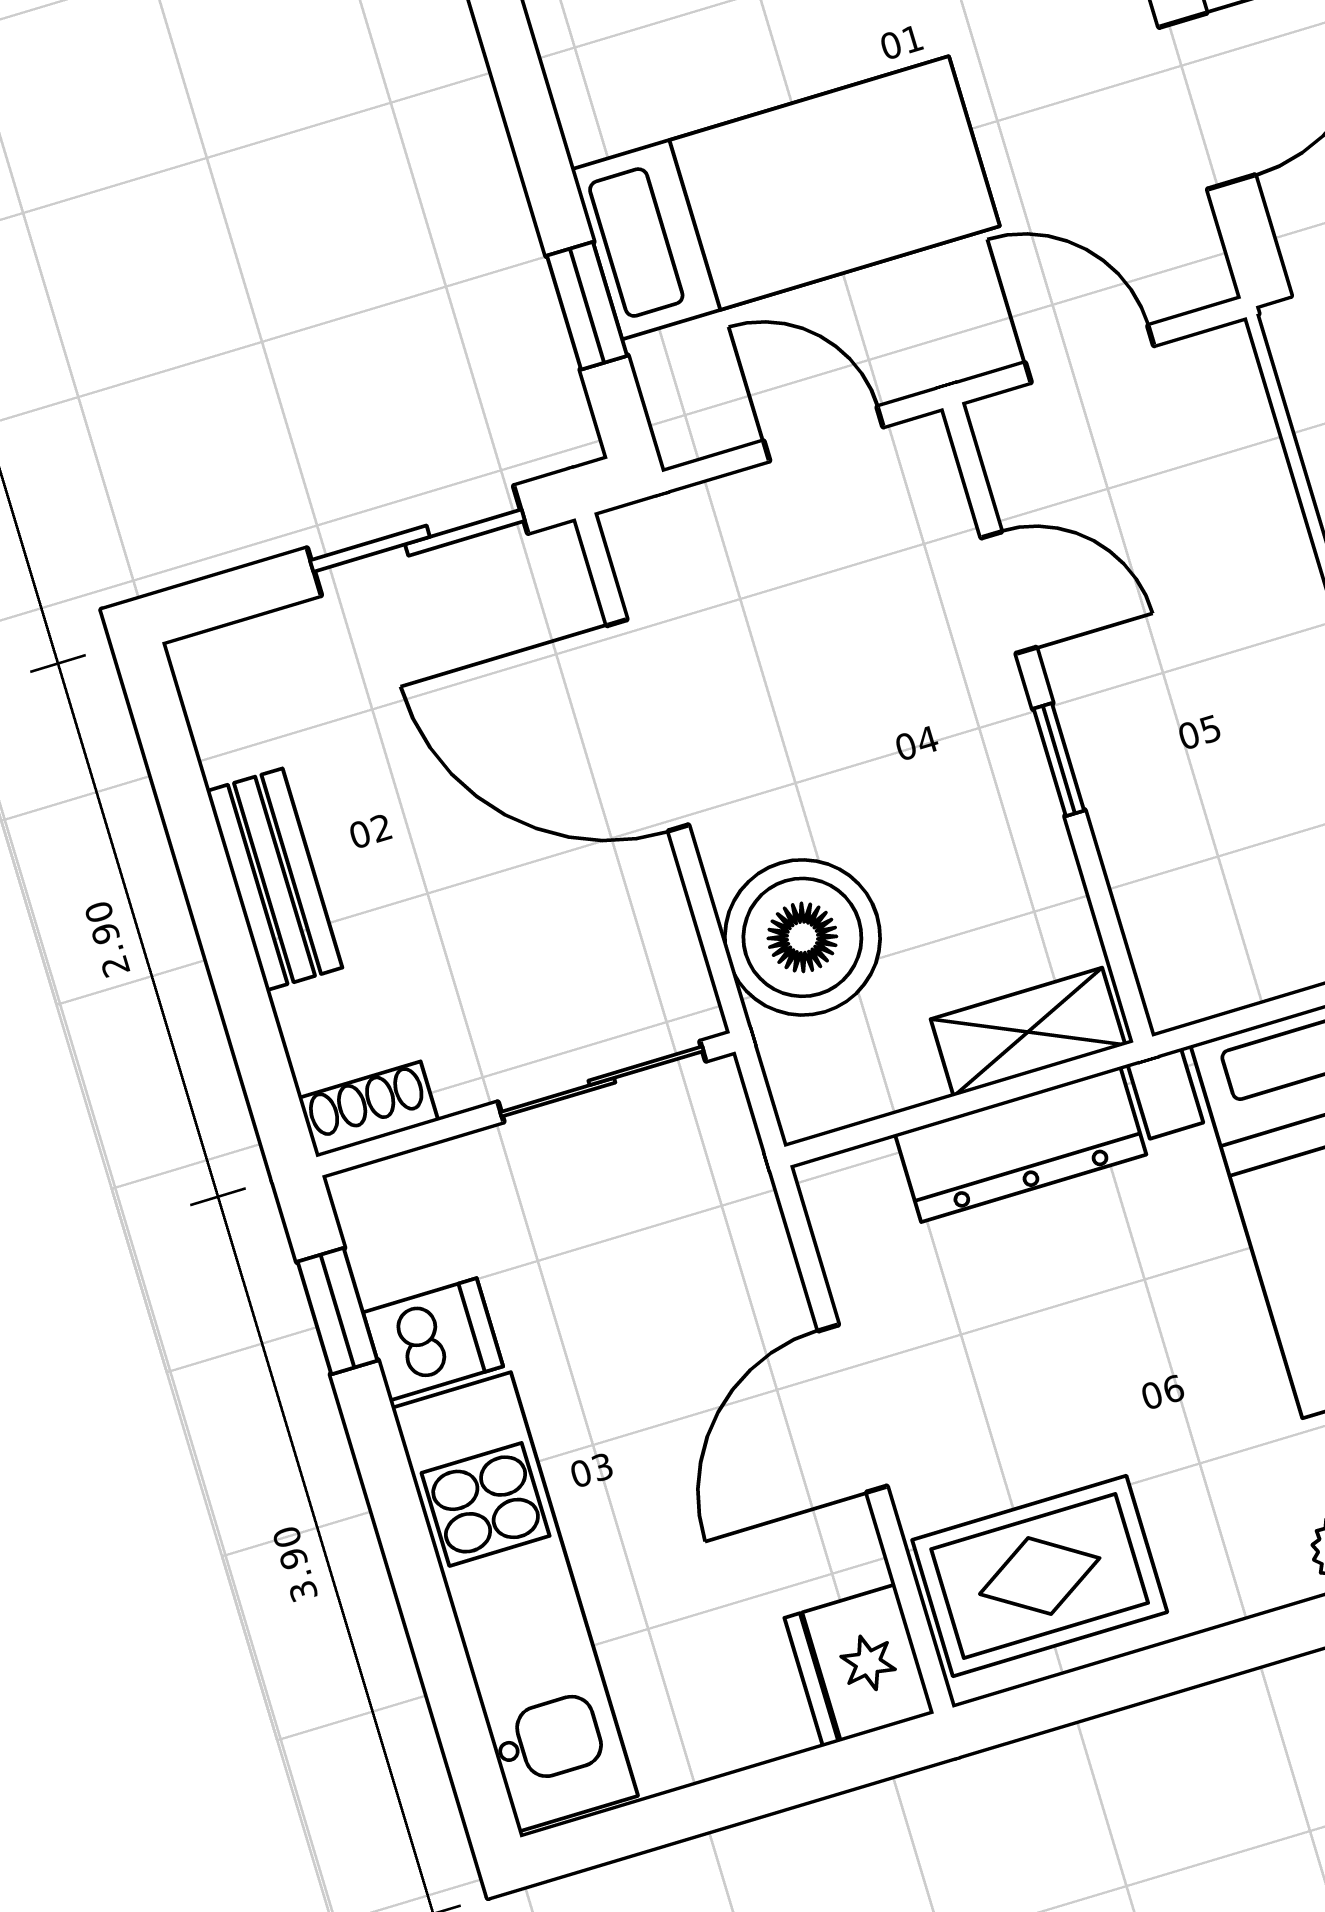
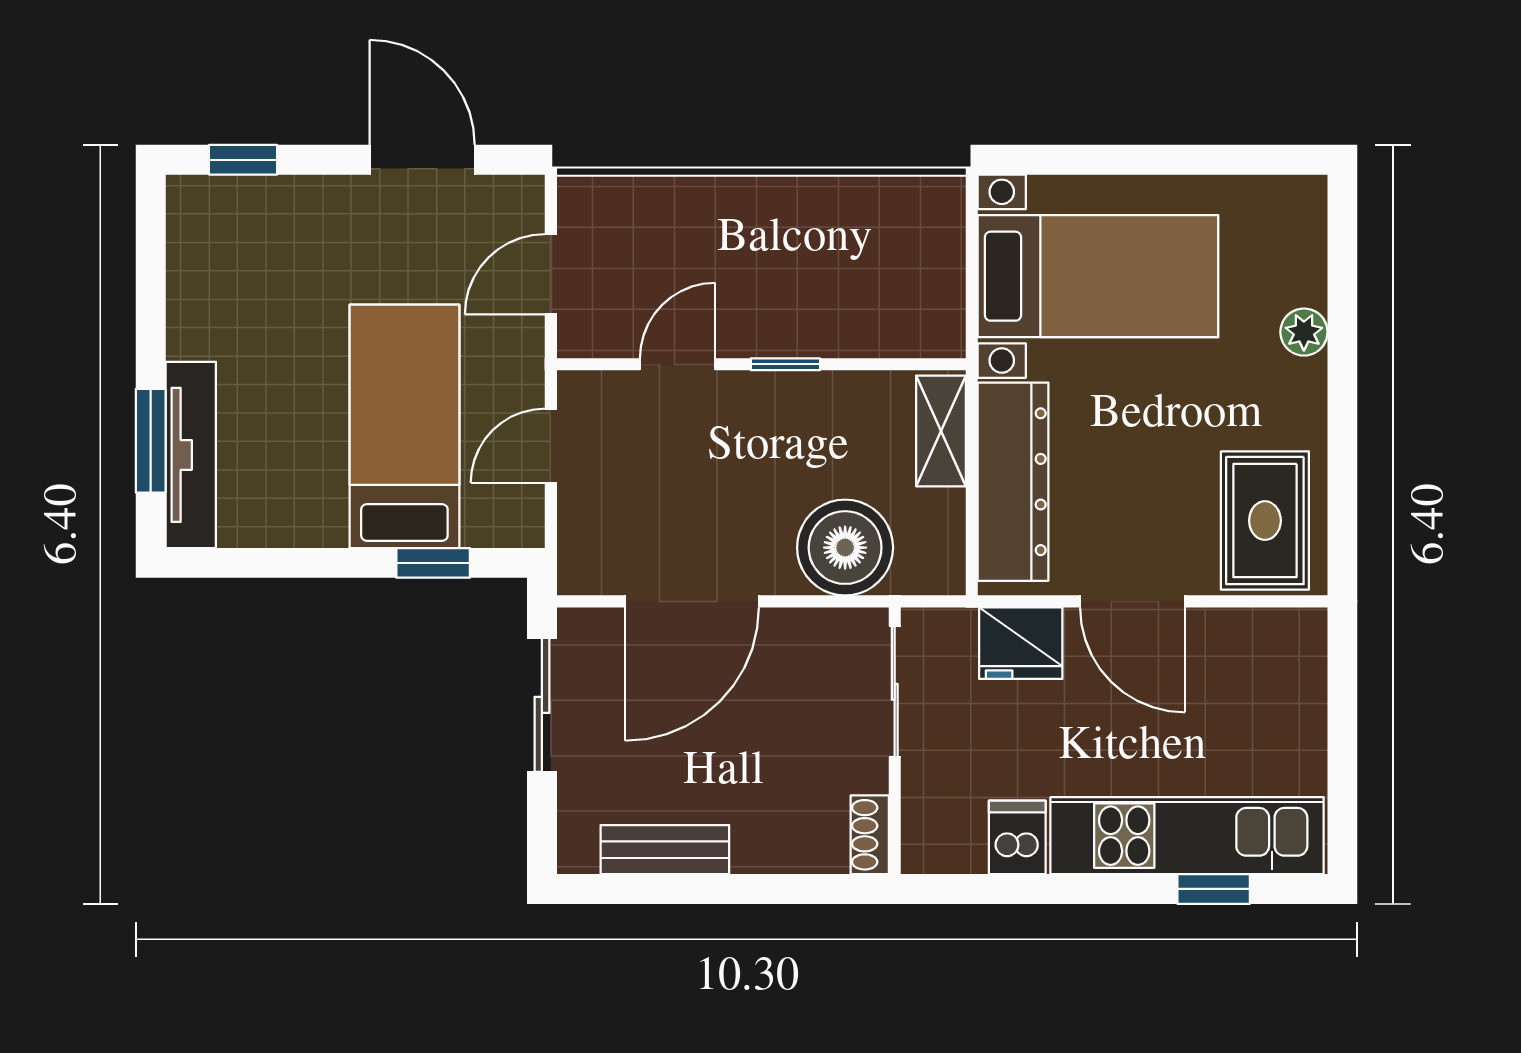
bench: (274, 879) -> (665, 850), moved
dresser: (1021, 1144) -> (1013, 482), width x1.37, depth x1.24
window: (337, 1311) -> (1214, 889), moved
fridge: (859, 1666) -> (1021, 643), moved

